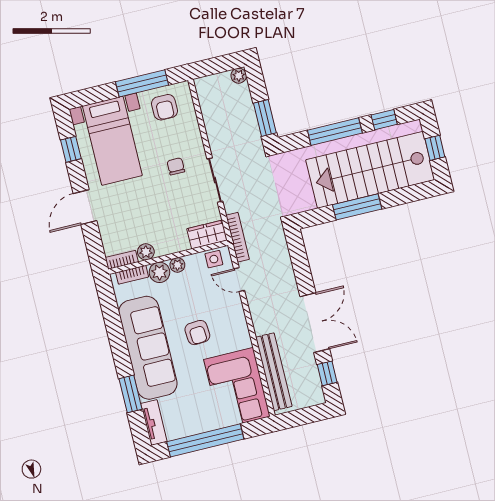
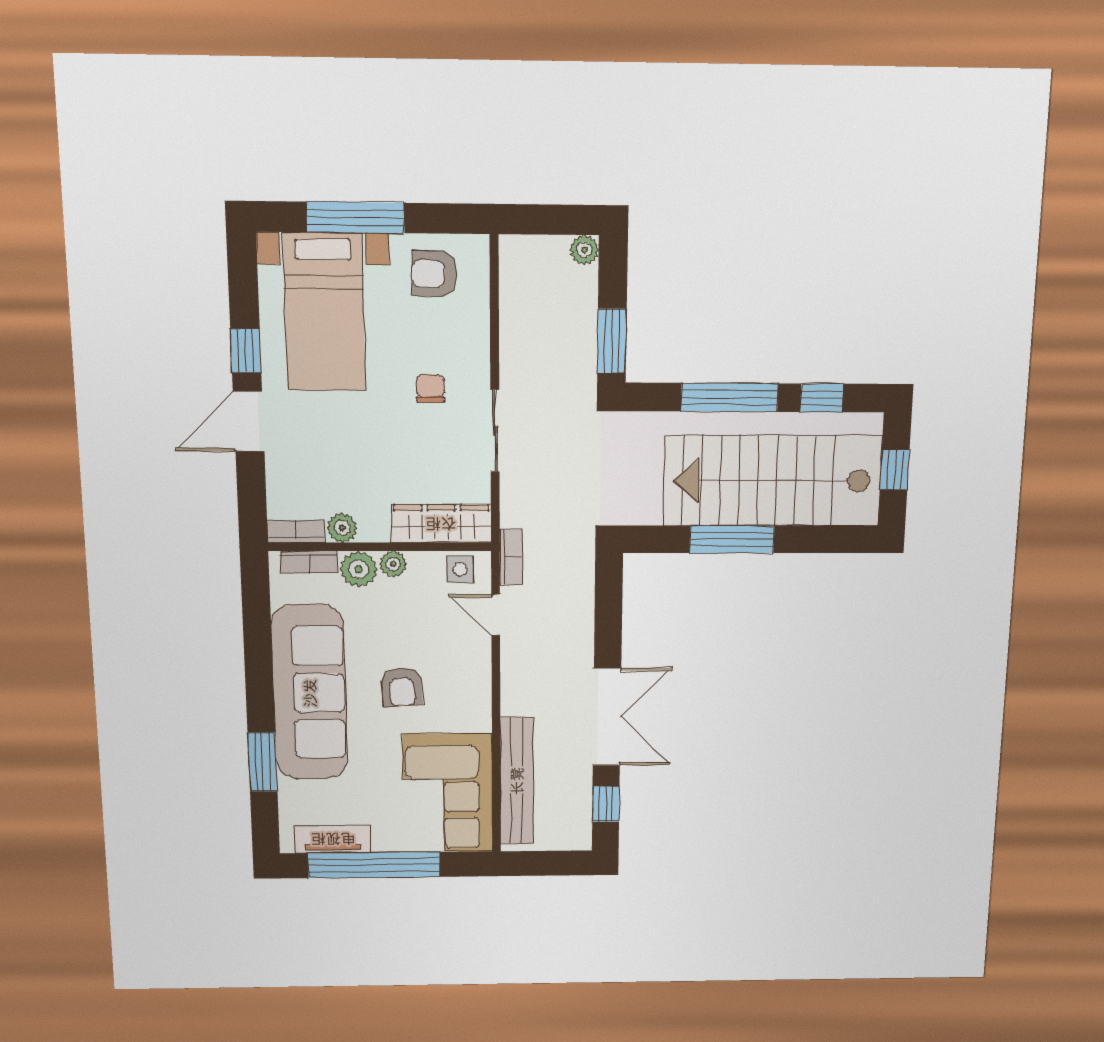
window: (142, 83) -> (355, 217), moved
armchair: (164, 107) -> (434, 274), turned 92
window: (71, 149) -> (246, 351), moved
wardrobe: (207, 235) -> (441, 524), width x1.50
bookcase: (238, 237) -> (511, 557), width x0.64
tv unit: (154, 422) -> (333, 839), moved, turned -90

